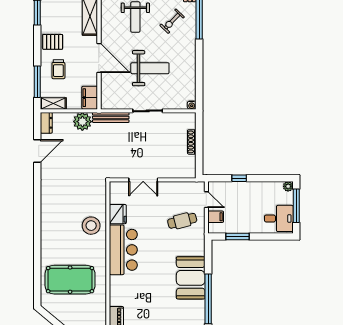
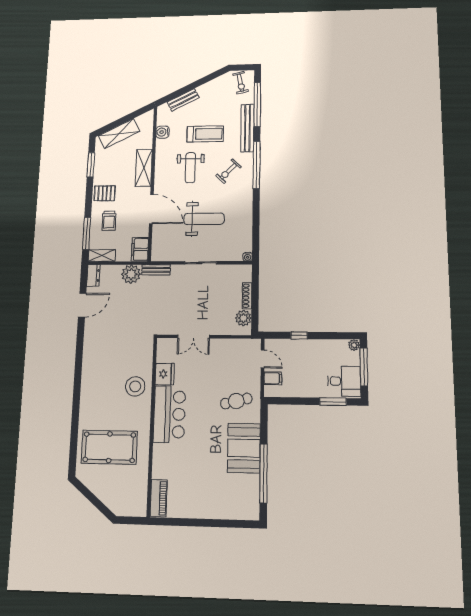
bench: (111, 117) -> (156, 270), width x0.73
plant: (189, 163) -> (243, 318), added
cafe table: (182, 221) -> (236, 401), moved
window: (237, 237) -> (333, 402), moved

